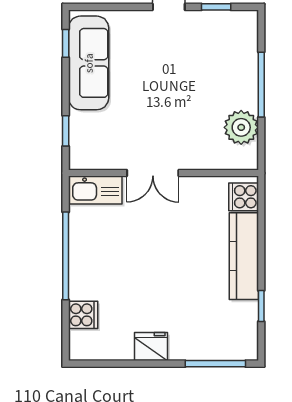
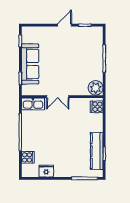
sofa: (89, 63) -> (30, 64), moved
plant: (241, 127) -> (96, 88), moved
kitchen counter: (244, 256) -> (97, 151), moved
fridge: (151, 347) -> (46, 171), moved

